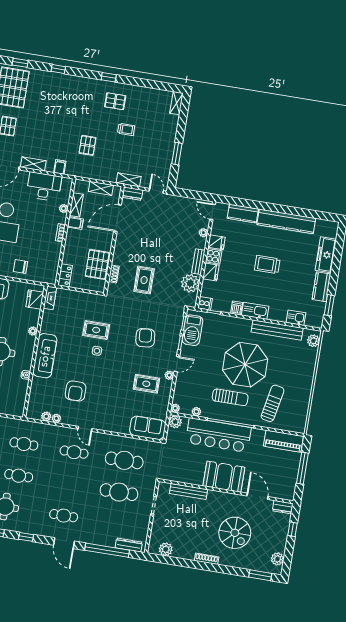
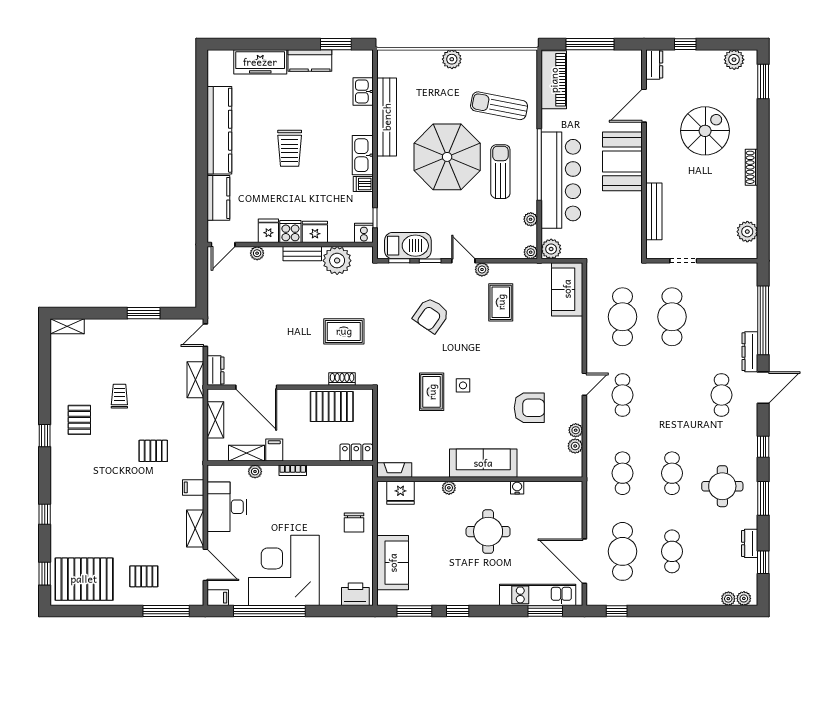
armchair: (145, 338) -> (431, 315), turned -49
plant: (313, 341) -> (452, 59), moved
dresser: (129, 545) -> (750, 352), moved

